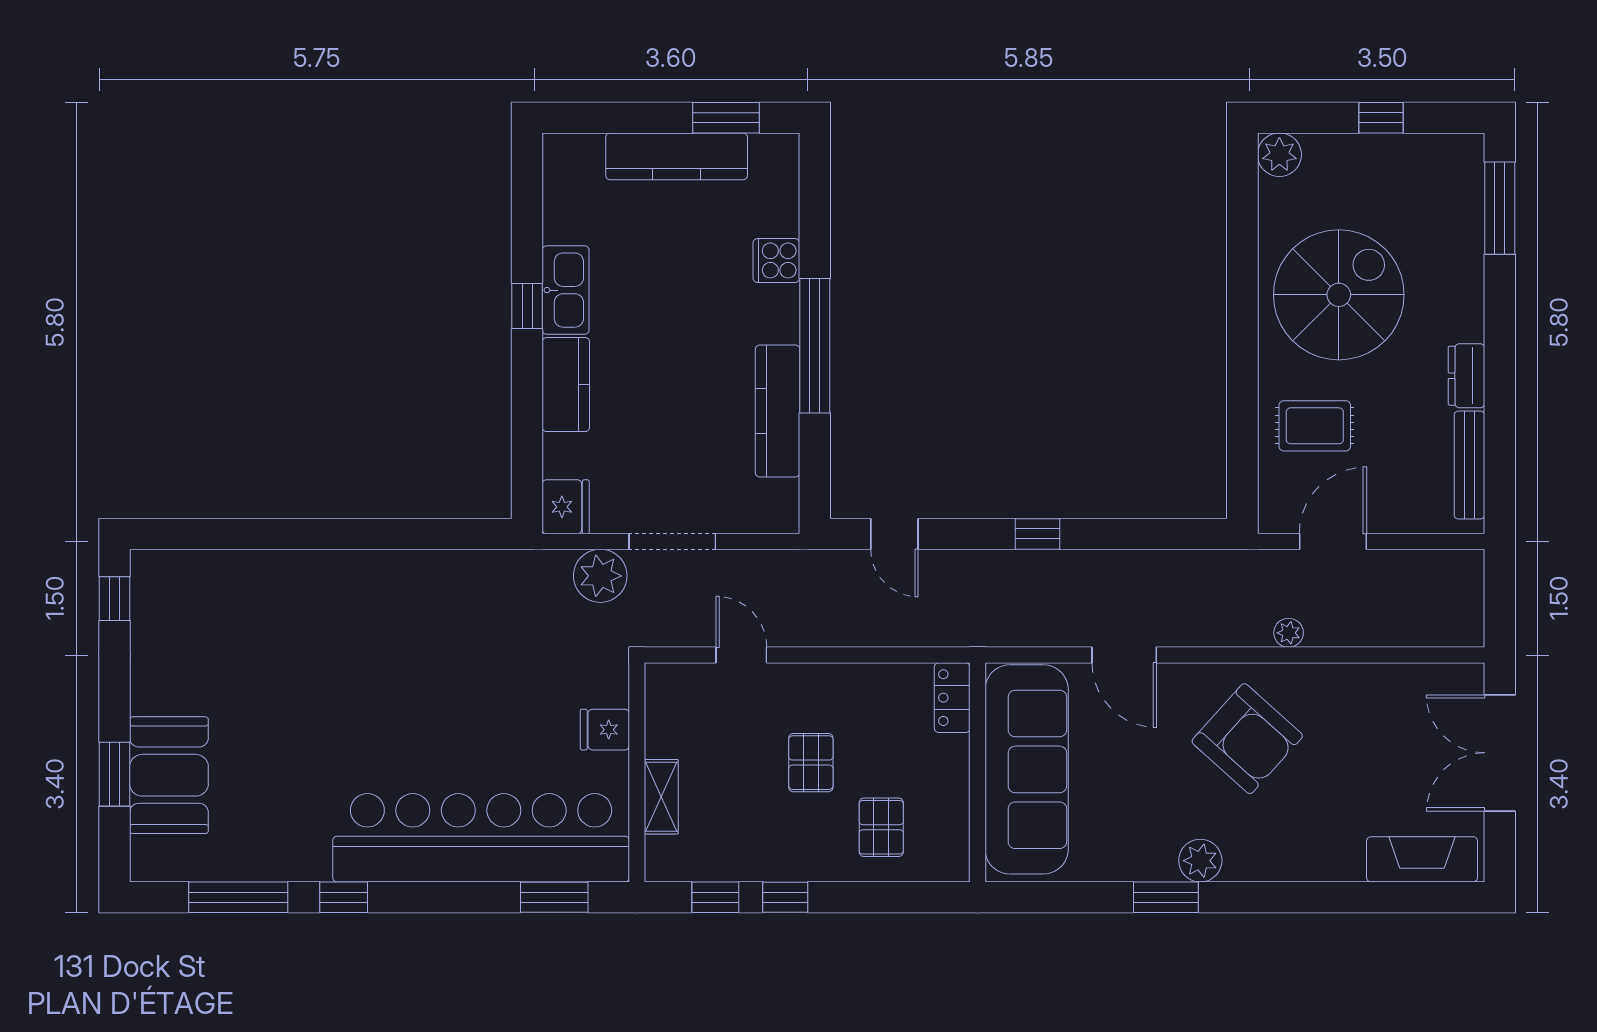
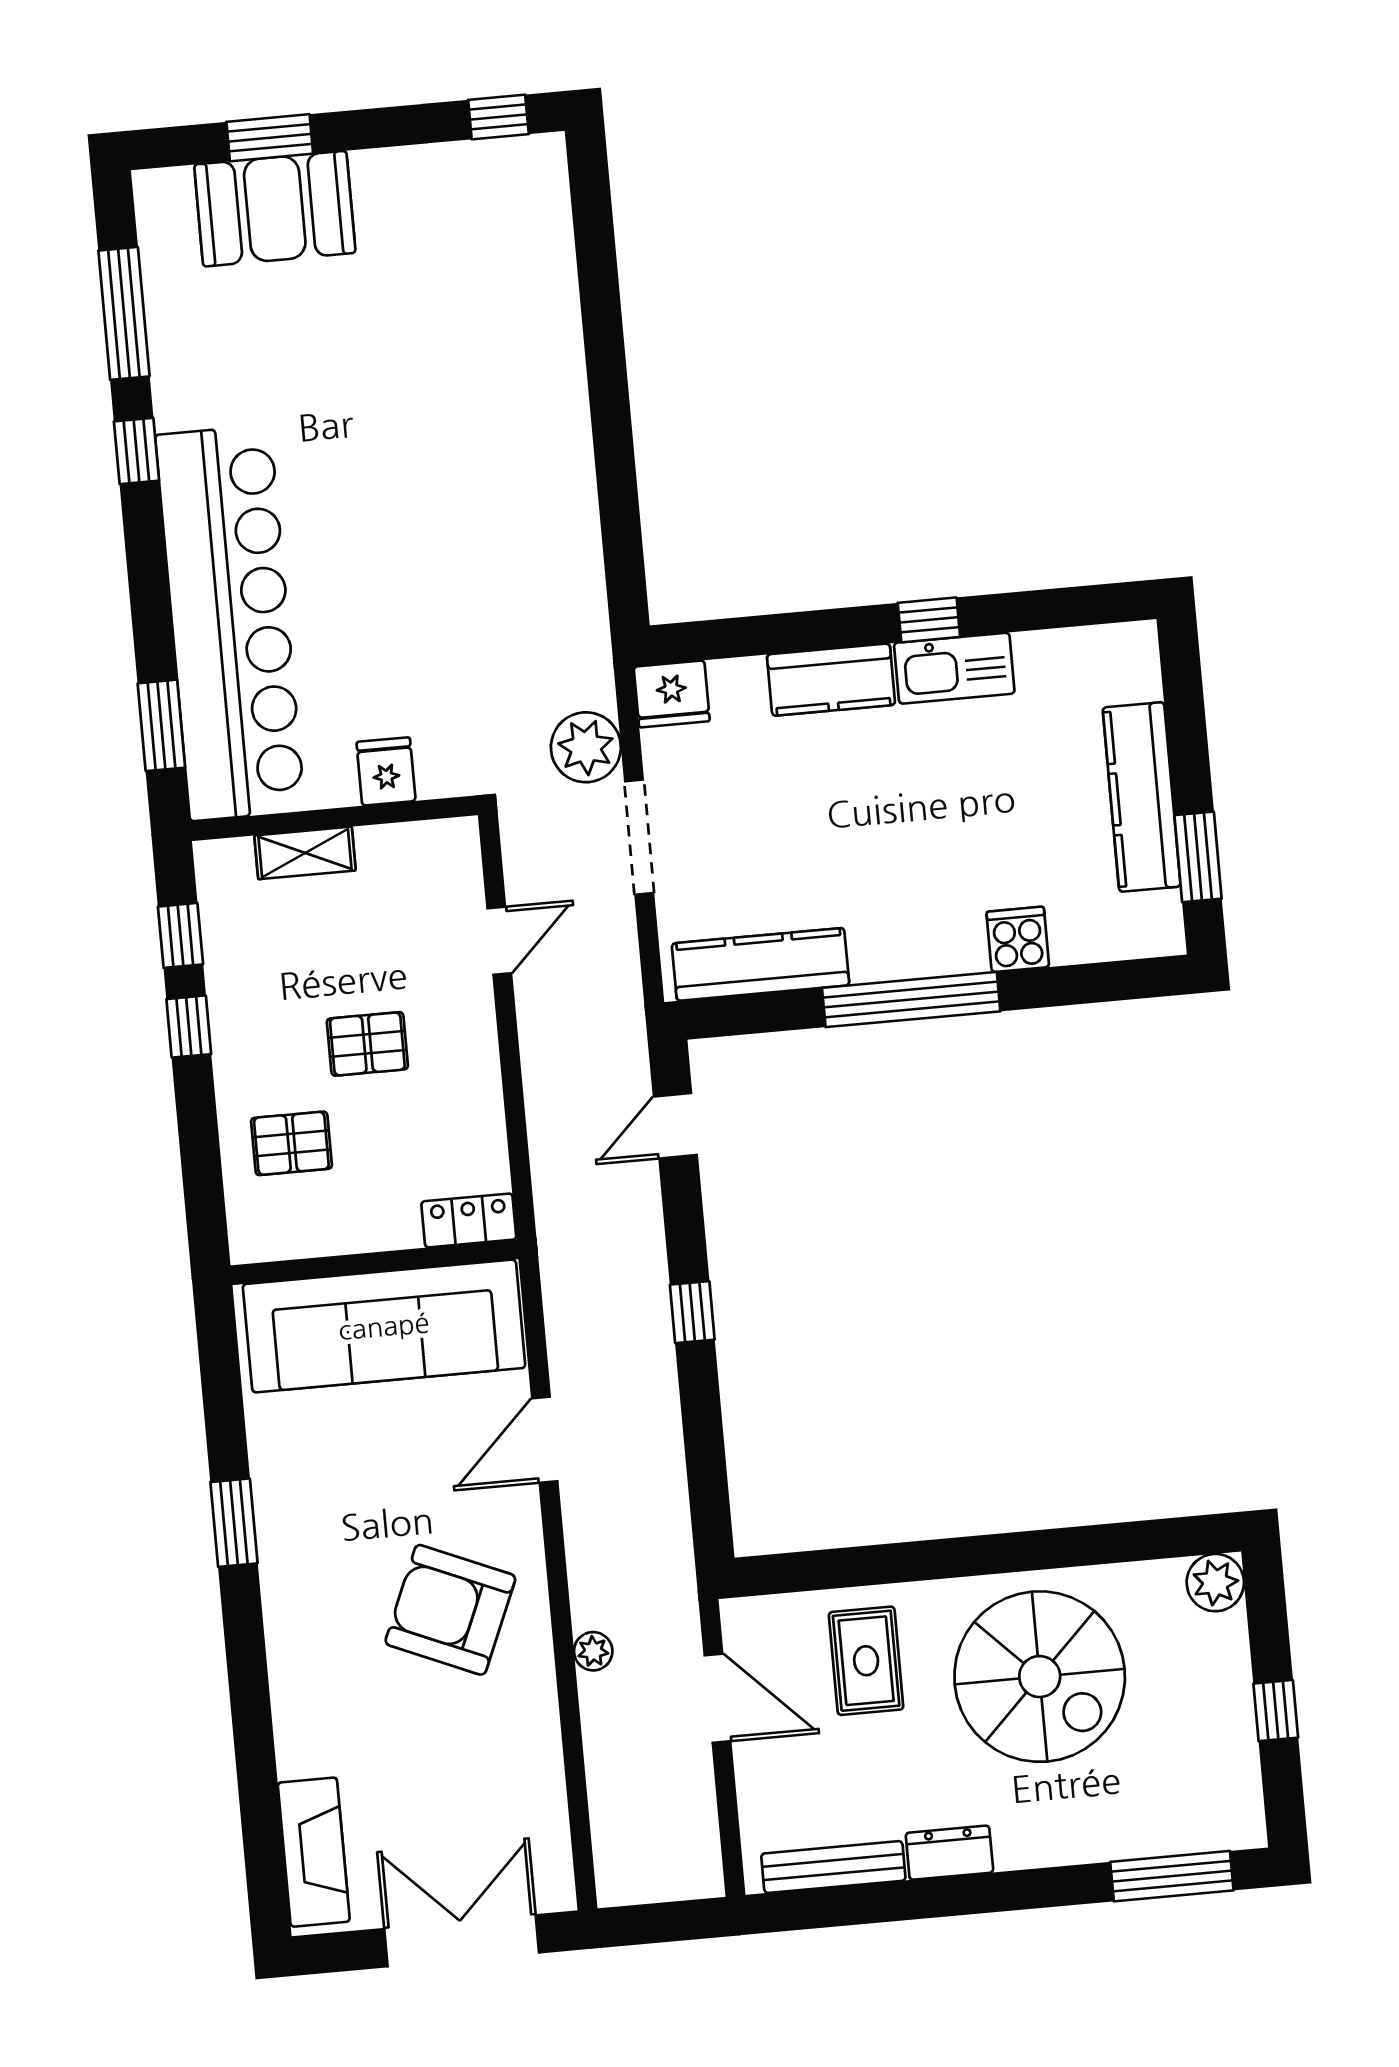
kitchen counter: (778, 411) -> (761, 964), moved
armchair: (1247, 739) -> (450, 1610), turned 71
plant: (1200, 861) -> (286, 1563), removed

